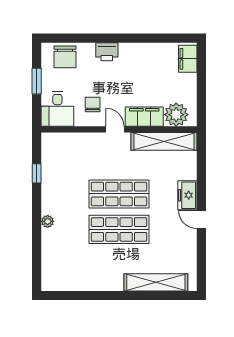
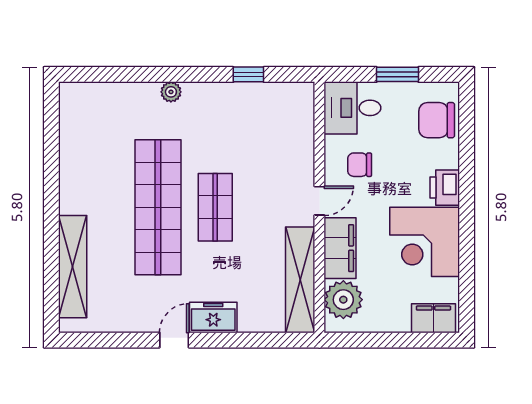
corner desk: (140, 64) -> (425, 242), added
chair: (93, 105) -> (360, 165), turned 180
shop shelf: (119, 194) -> (215, 207), width x0.70, depth x0.74
shop shelf: (119, 229) -> (158, 207), width x1.40

